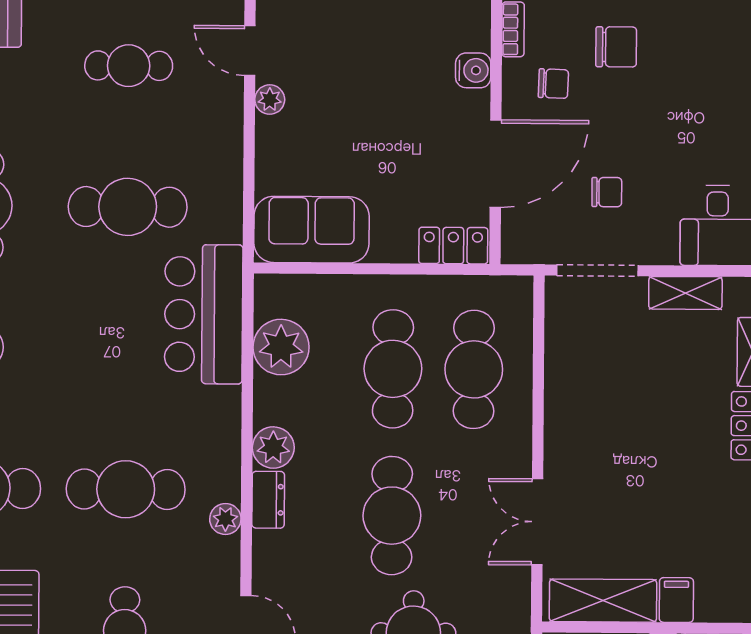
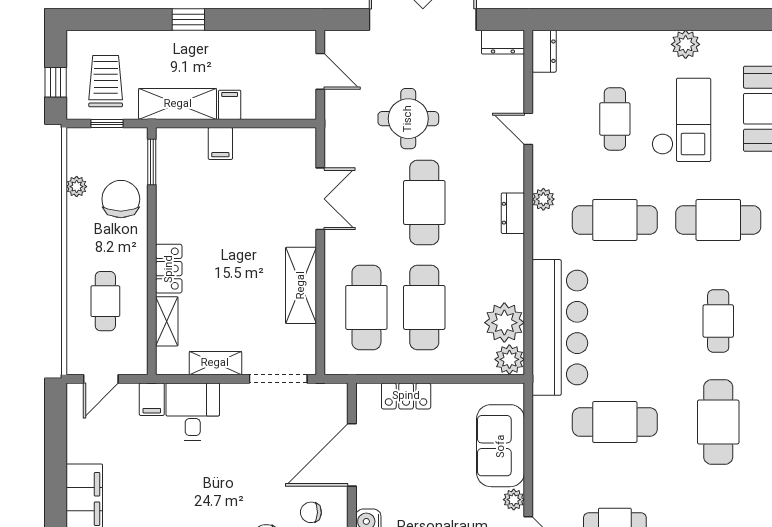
chair: (607, 192) -> (272, 435), removed
sofa: (312, 230) -> (501, 446), moved, turned 90
locker: (453, 246) -> (406, 396), moved
bar counter: (204, 314) -> (560, 327), width x1.36
plant: (273, 448) -> (509, 359), moved
shelving: (603, 601) -> (301, 285), moved, turned 90

